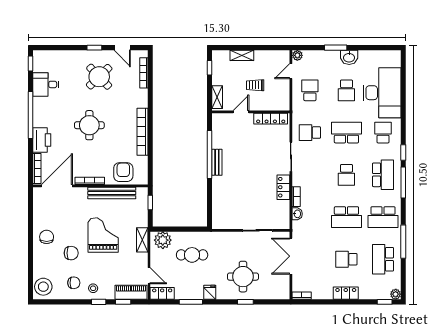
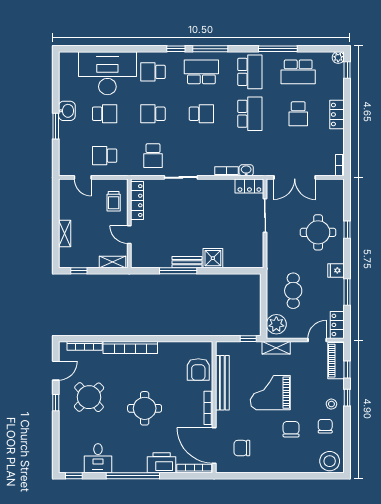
plant: (297, 55) -> (65, 170), removed
trolley: (255, 85) -> (114, 201), moved
bookcase: (142, 132) -> (130, 348), moved
school desk: (346, 133) -> (153, 114), width x0.54
window: (209, 154) -> (178, 271), width x0.68
armchair: (123, 172) -> (198, 369), turned -90
shower: (220, 185) -> (213, 258), added
locker: (283, 187) -> (249, 186), moved
window: (150, 203) -> (248, 339), moved
chair: (47, 237) -> (242, 448), moved

